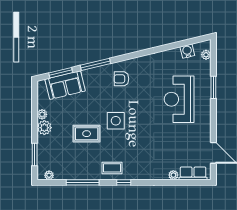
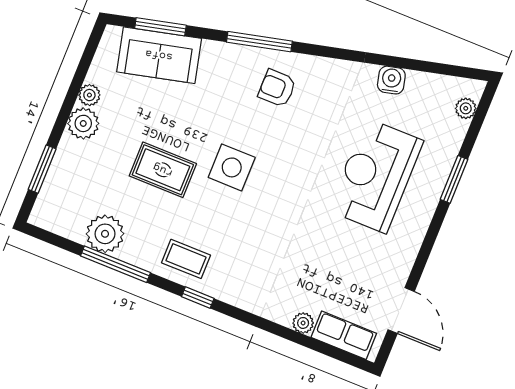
water cooler: (187, 51) -> (391, 80), moved
window: (95, 64) -> (259, 42), moved
plant: (49, 175) -> (105, 234), moved, width x1.87, depth x1.87

